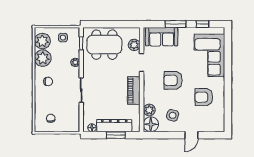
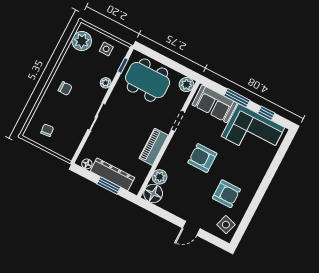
plant: (134, 45) -> (186, 85), moved
corner sofa: (209, 55) -> (253, 132), moved, turned -90
plant: (43, 58) -> (73, 60), removed
armchair: (204, 97) -> (226, 194), turned 180
side table: (173, 115) -> (226, 225), moved

